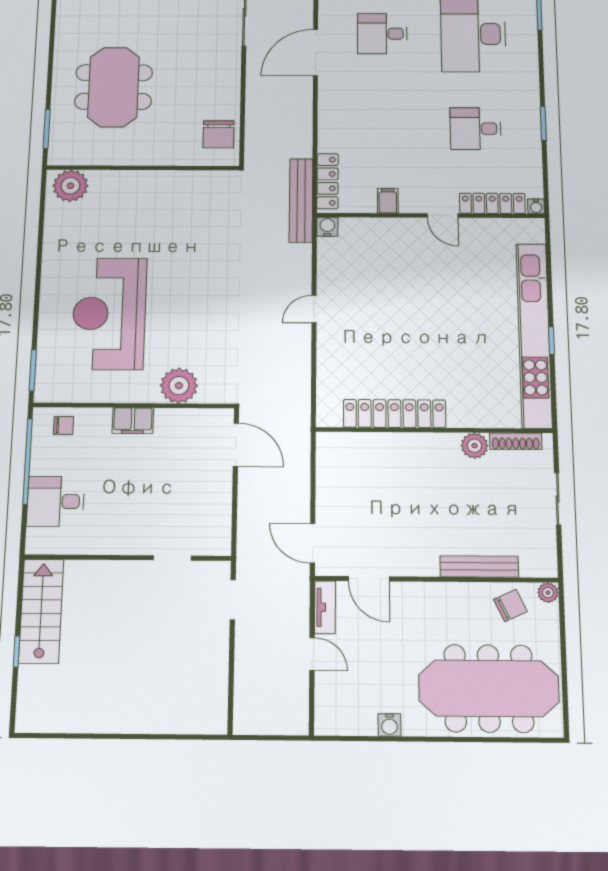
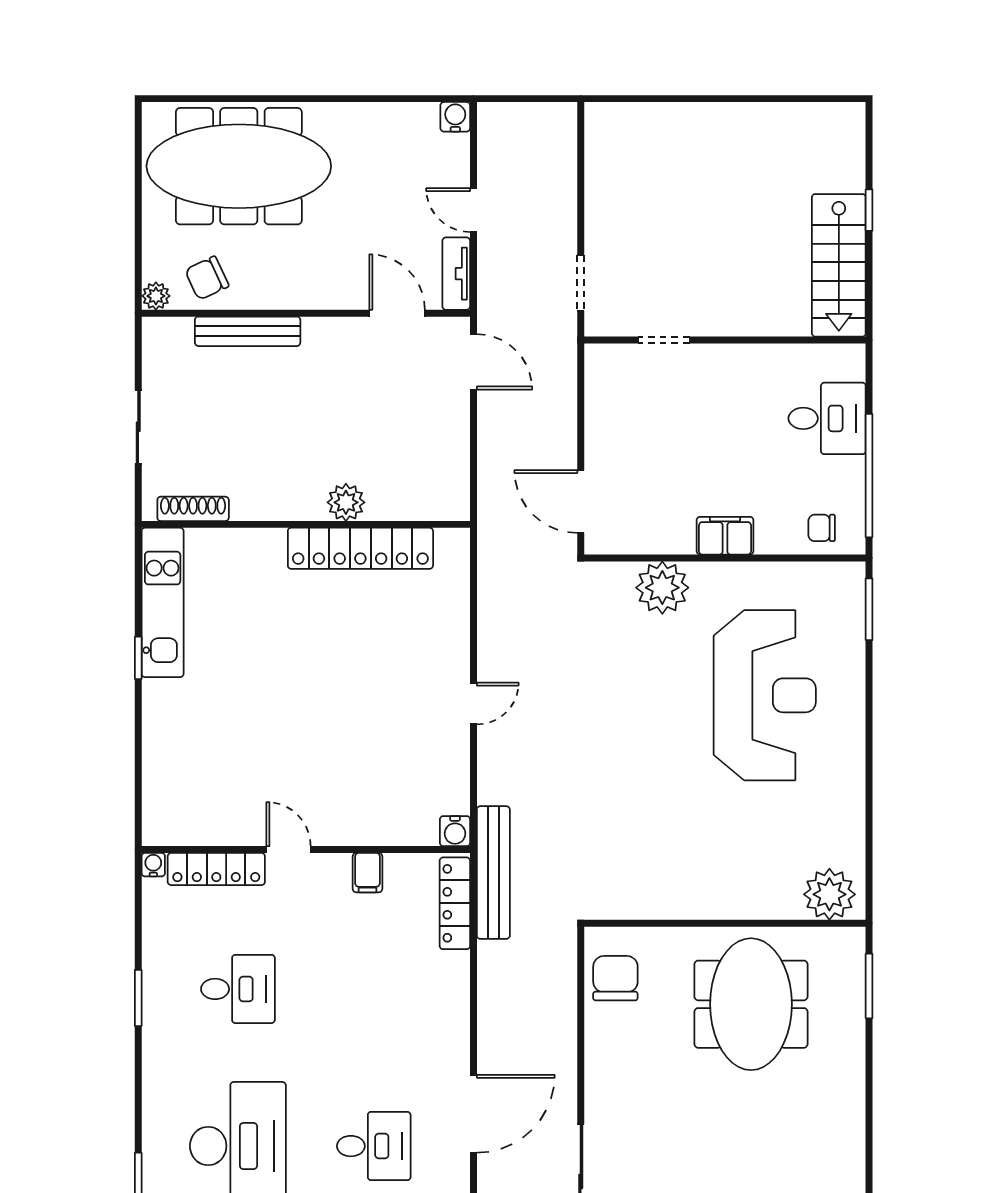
meeting table: (114, 87) -> (751, 1004), moved
kitchen unit: (534, 335) -> (163, 602), width x0.54
plant: (475, 446) -> (346, 502), moved
water cooler: (389, 725) -> (455, 117), moved

